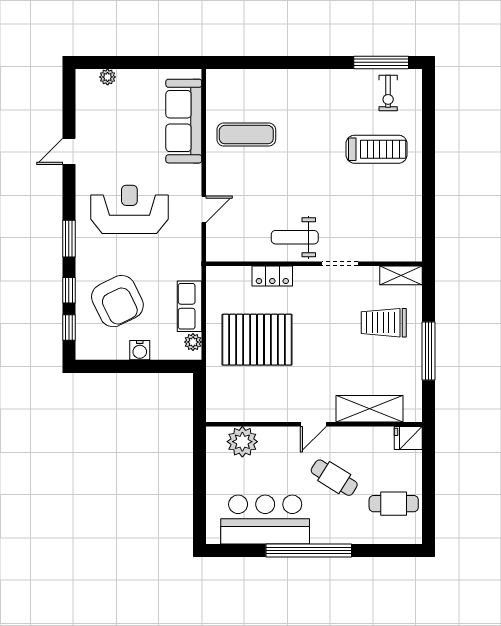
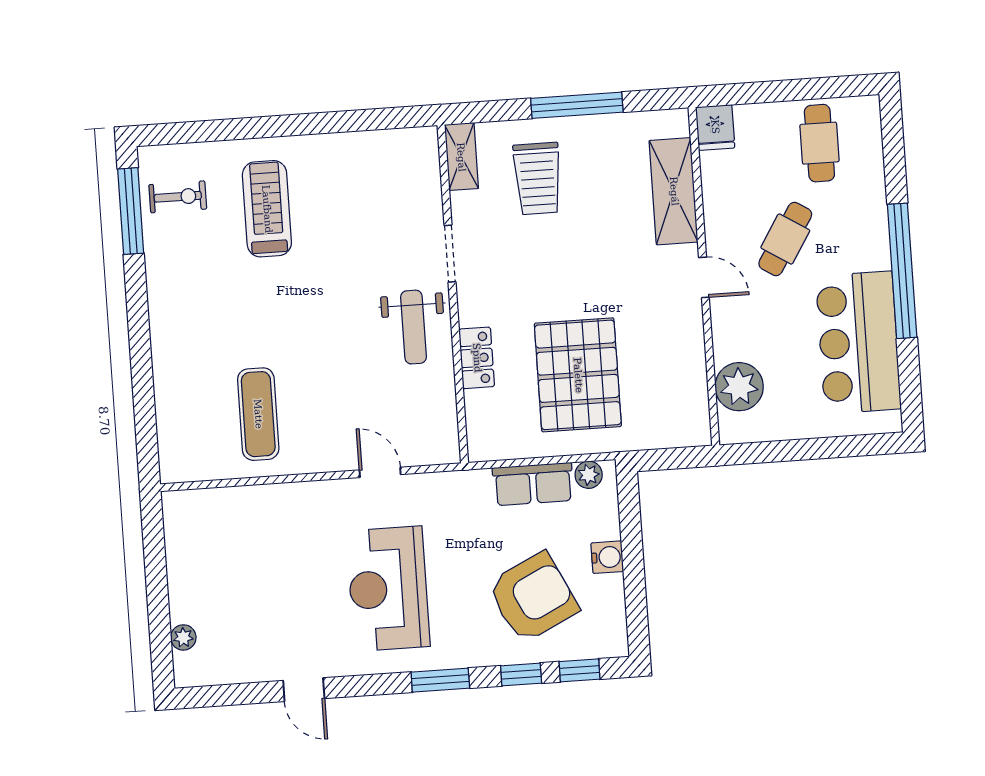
sofa: (184, 121) -> (244, 513), removed

